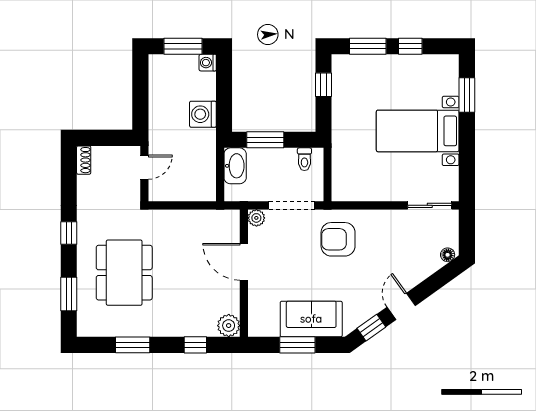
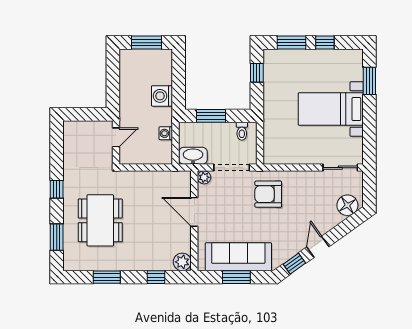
washing machine: (208, 63) -> (166, 133), moved
shoe rack: (84, 160) -> (68, 132), removed
washbasin: (235, 166) -> (193, 156), moved, turned -90
floor lamp: (448, 255) -> (347, 205), width x1.89, depth x1.89
sofa: (311, 319) -> (238, 257), width x1.36

